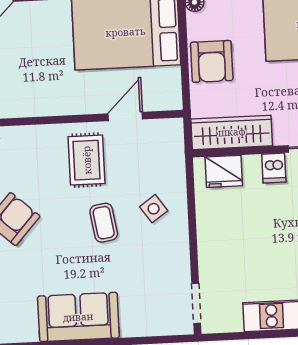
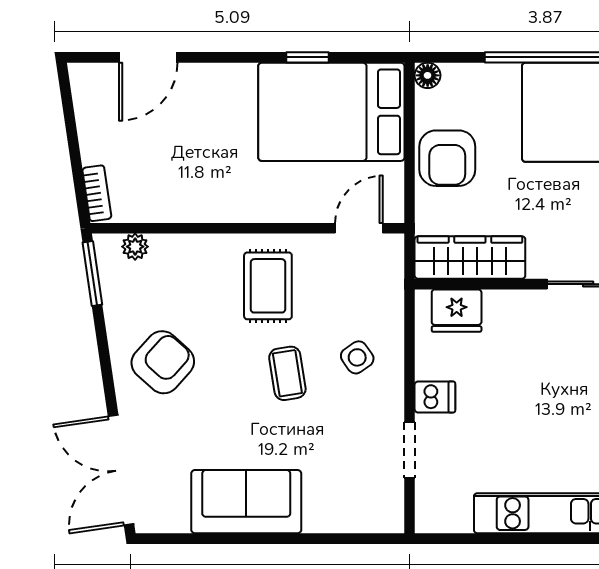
door: (125, 116) -> (359, 228), moved
dishwasher: (274, 168) -> (435, 397), moved, turned -90
doorway: (196, 303) -> (410, 450), moved

